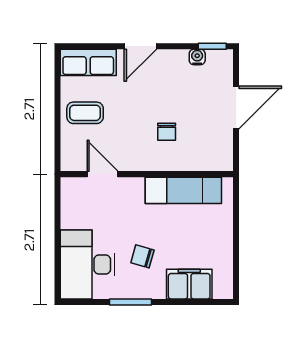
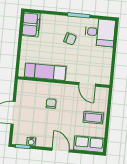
door: (140, 46) -> (61, 150), hinge flipped
desk: (88, 265) -> (100, 32), width x0.73
filing cabinet: (189, 284) -> (31, 24), moved, turned -90

